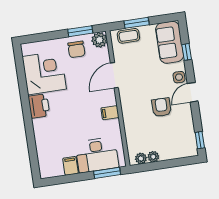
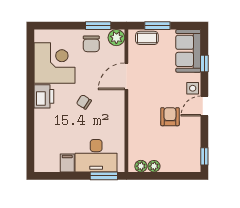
chair: (78, 106) -> (84, 102), added
filing cabinet: (110, 113) -> (116, 114), removed

